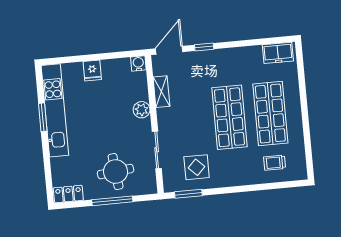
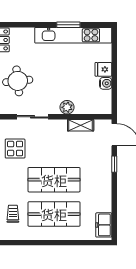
water cooler: (138, 63) -> (106, 83), moved

